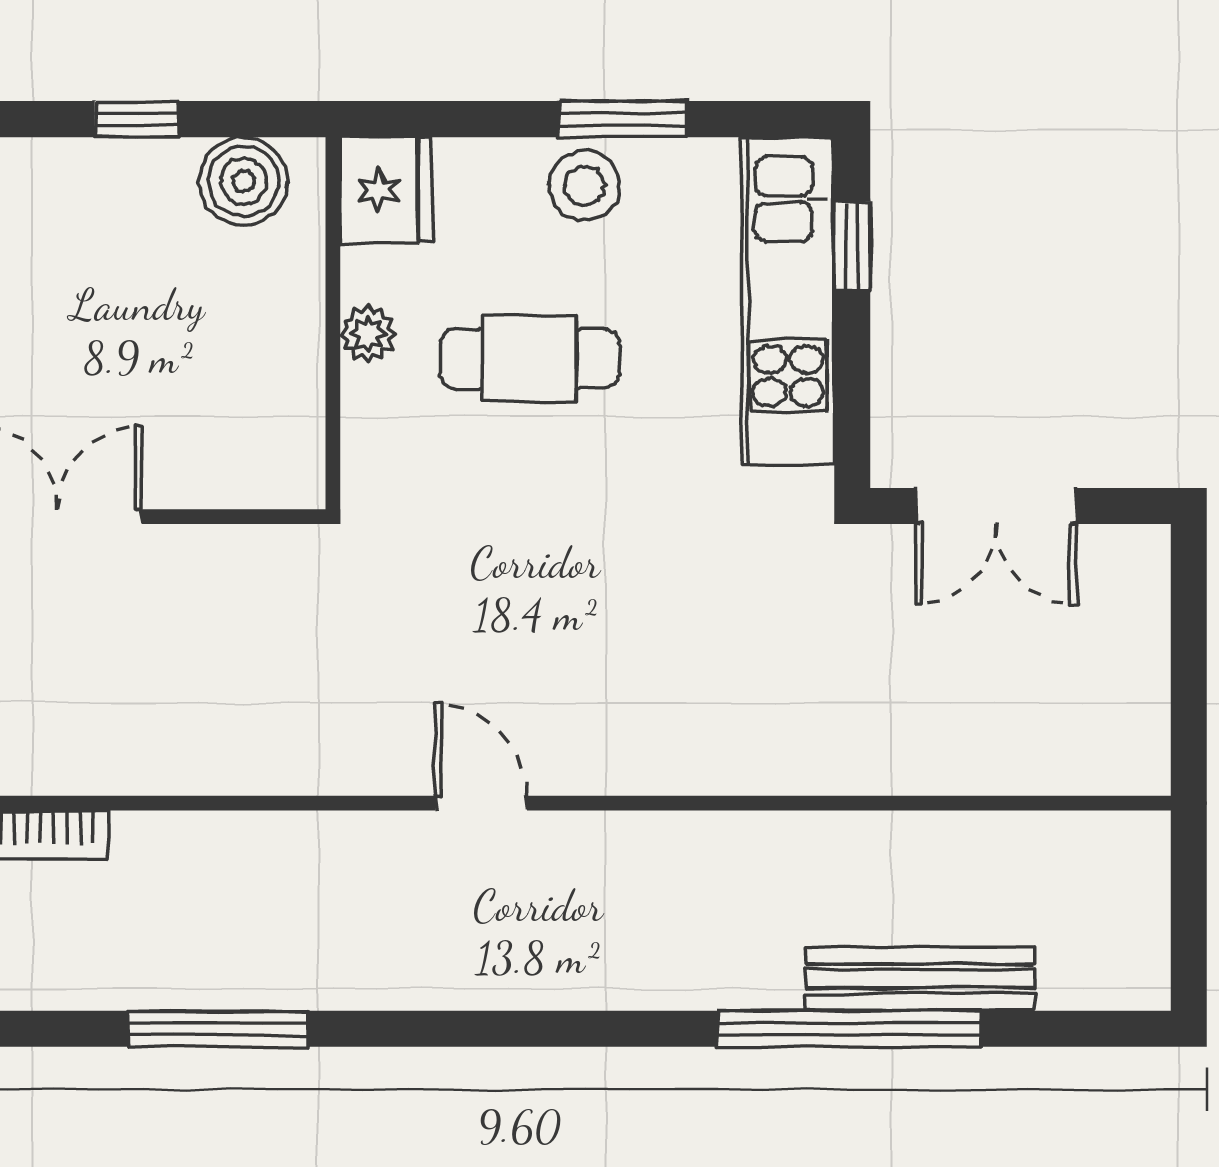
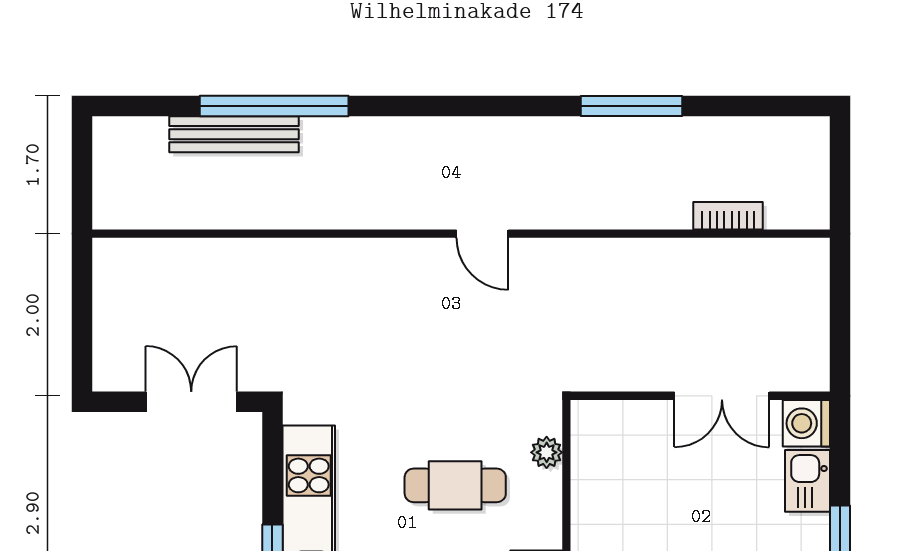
plant: (368, 334) -> (547, 452), moved

